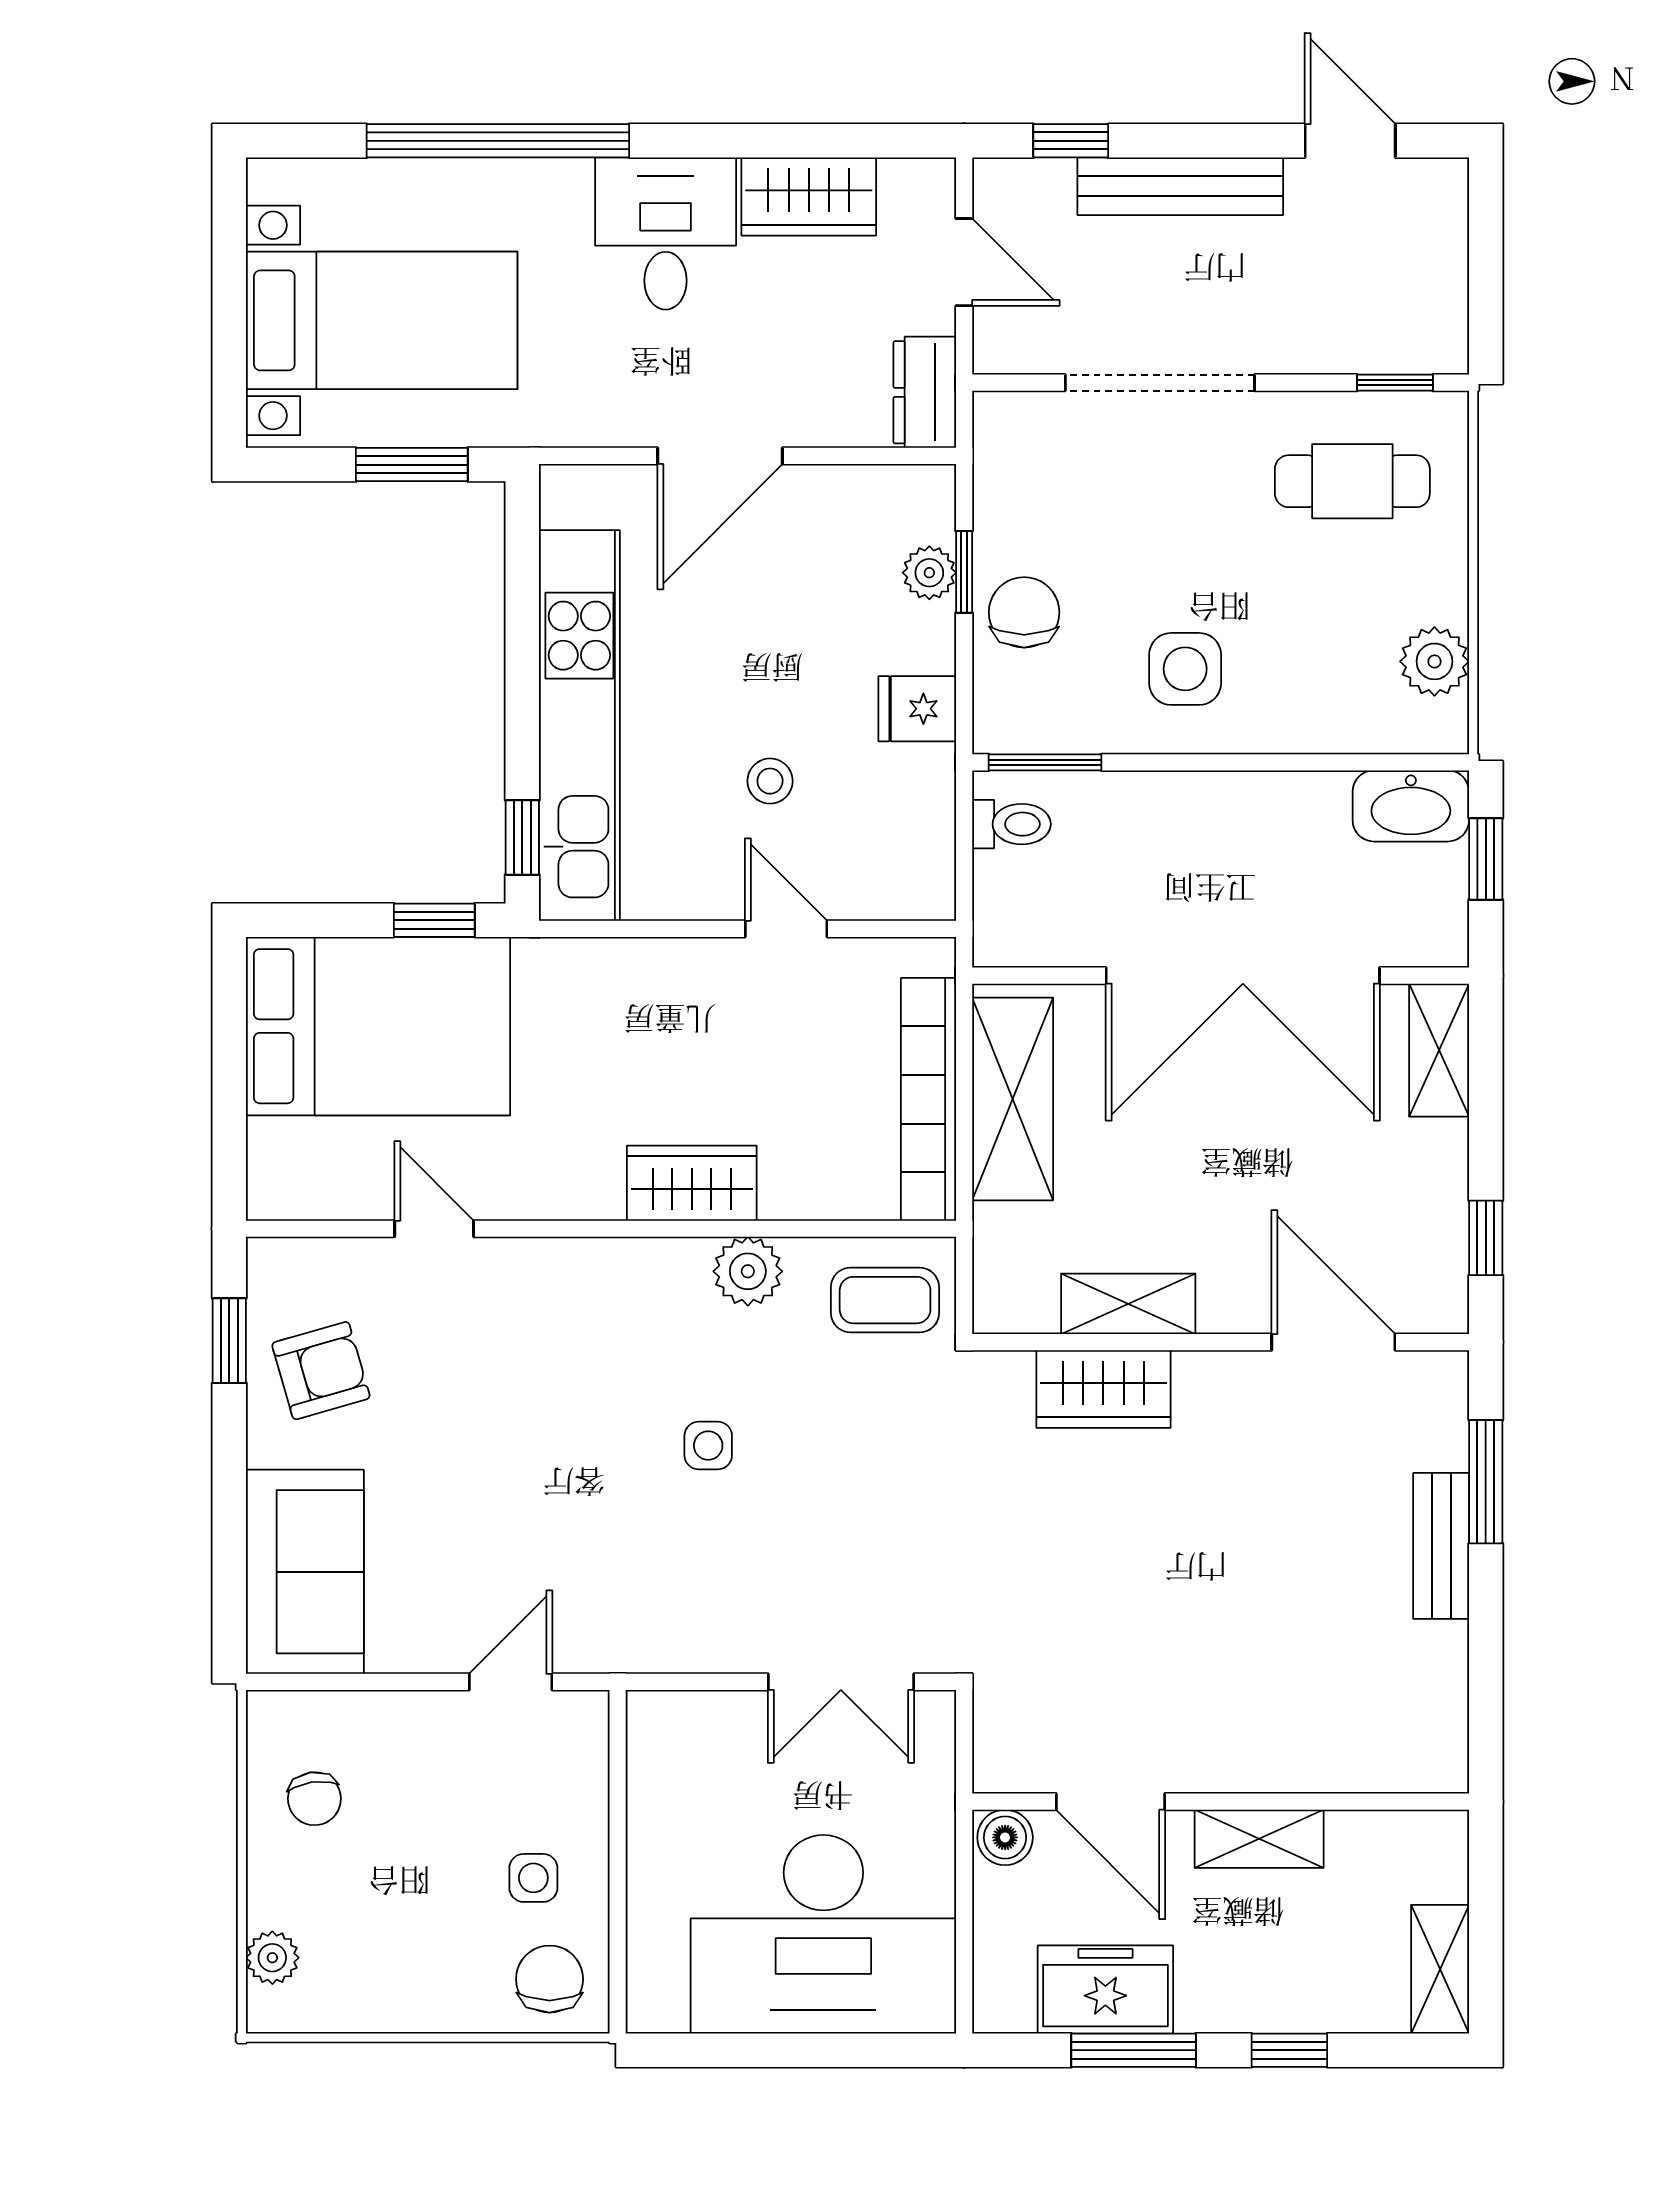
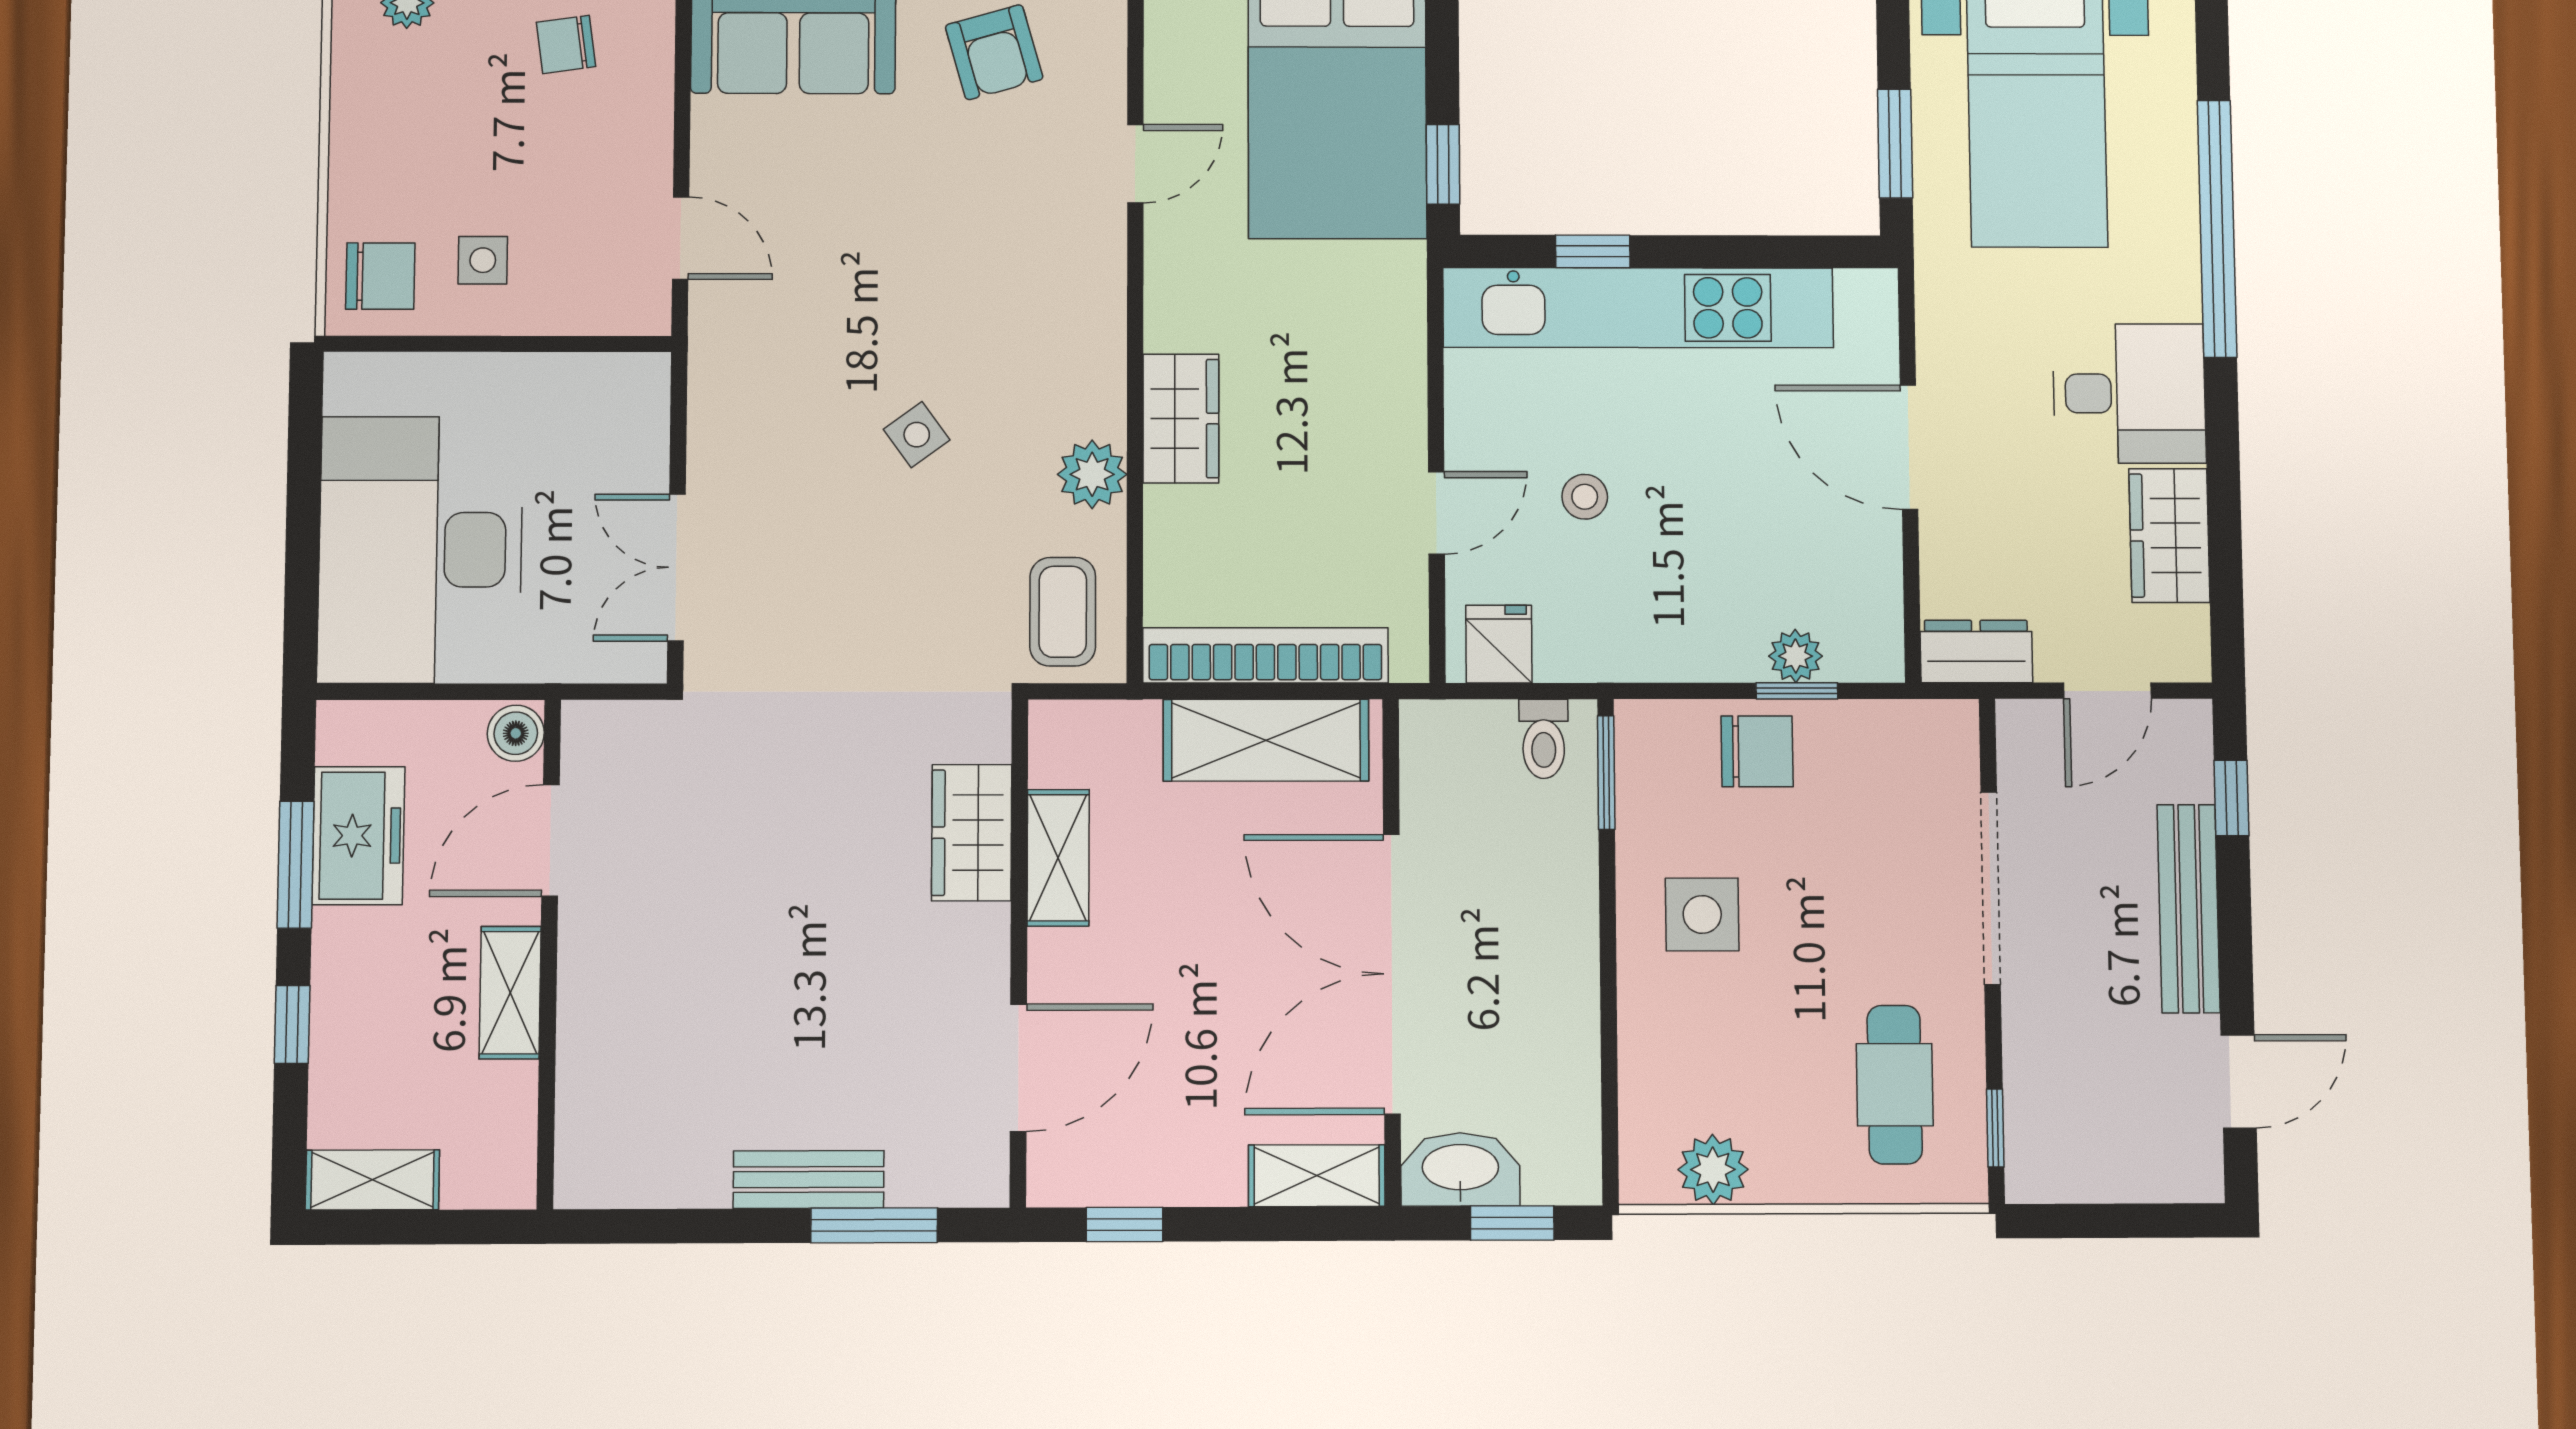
fridge: (917, 709) -> (1499, 644), moved
washbasin: (1411, 806) -> (1460, 1169), moved, turned 90
window: (522, 838) -> (1593, 251), moved
side table: (708, 1446) -> (917, 435), turned -36

